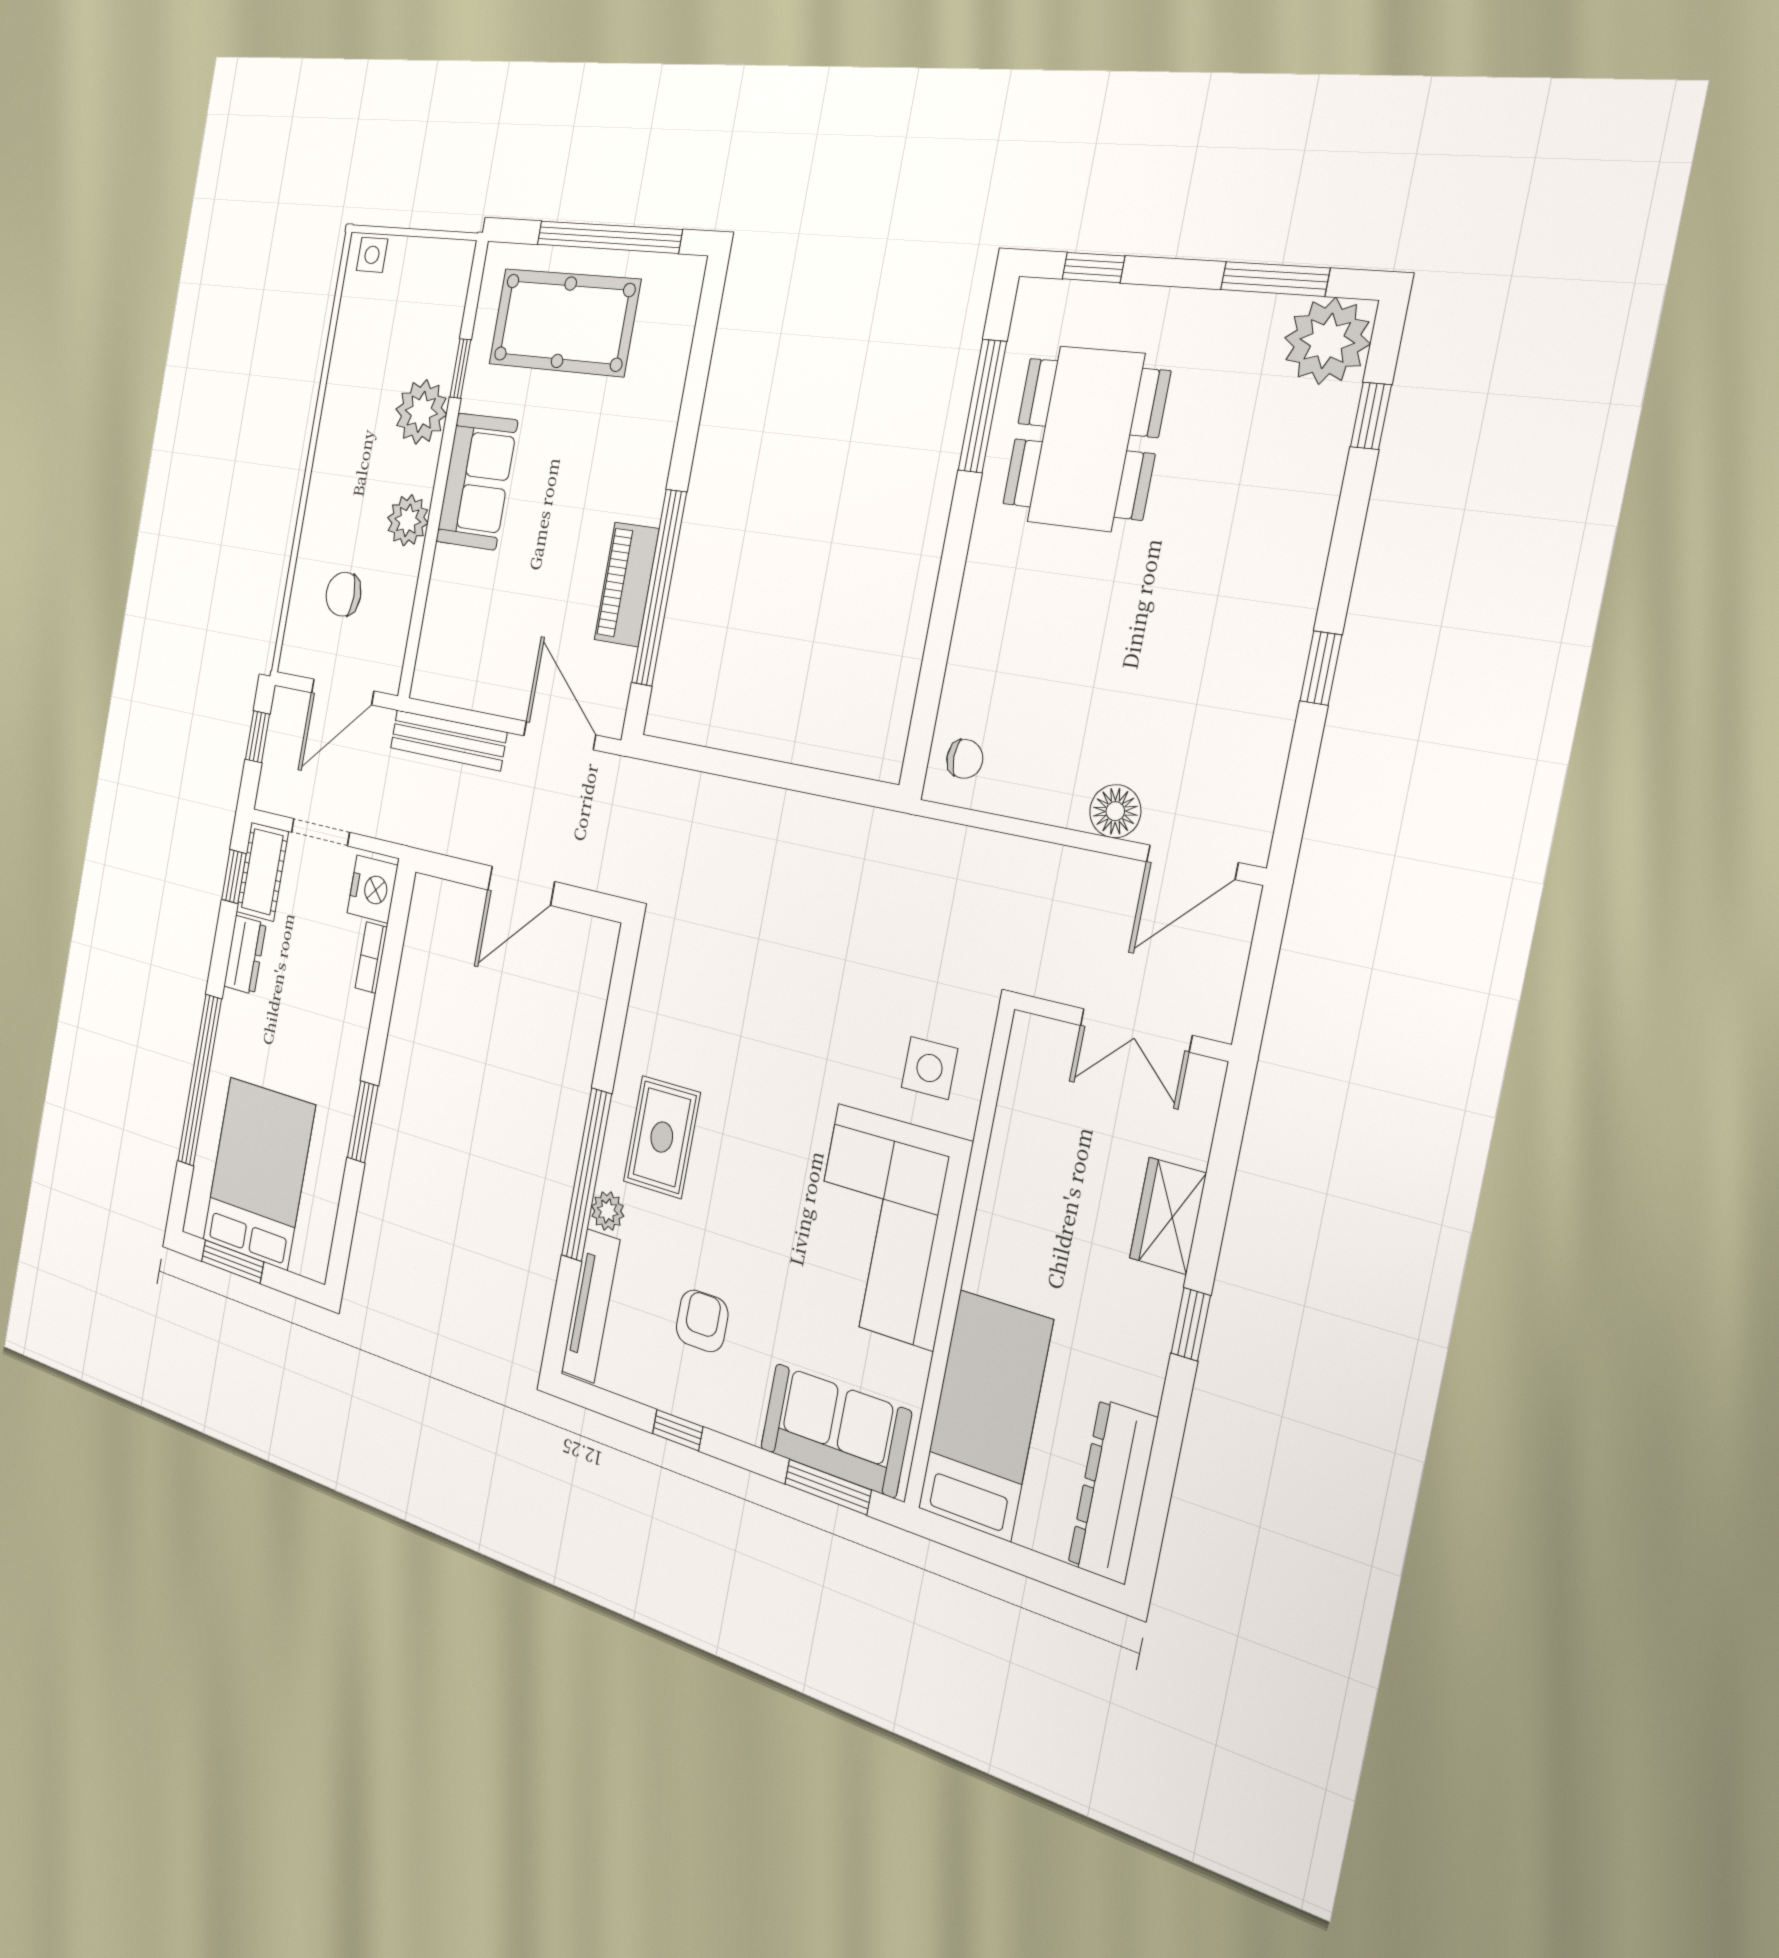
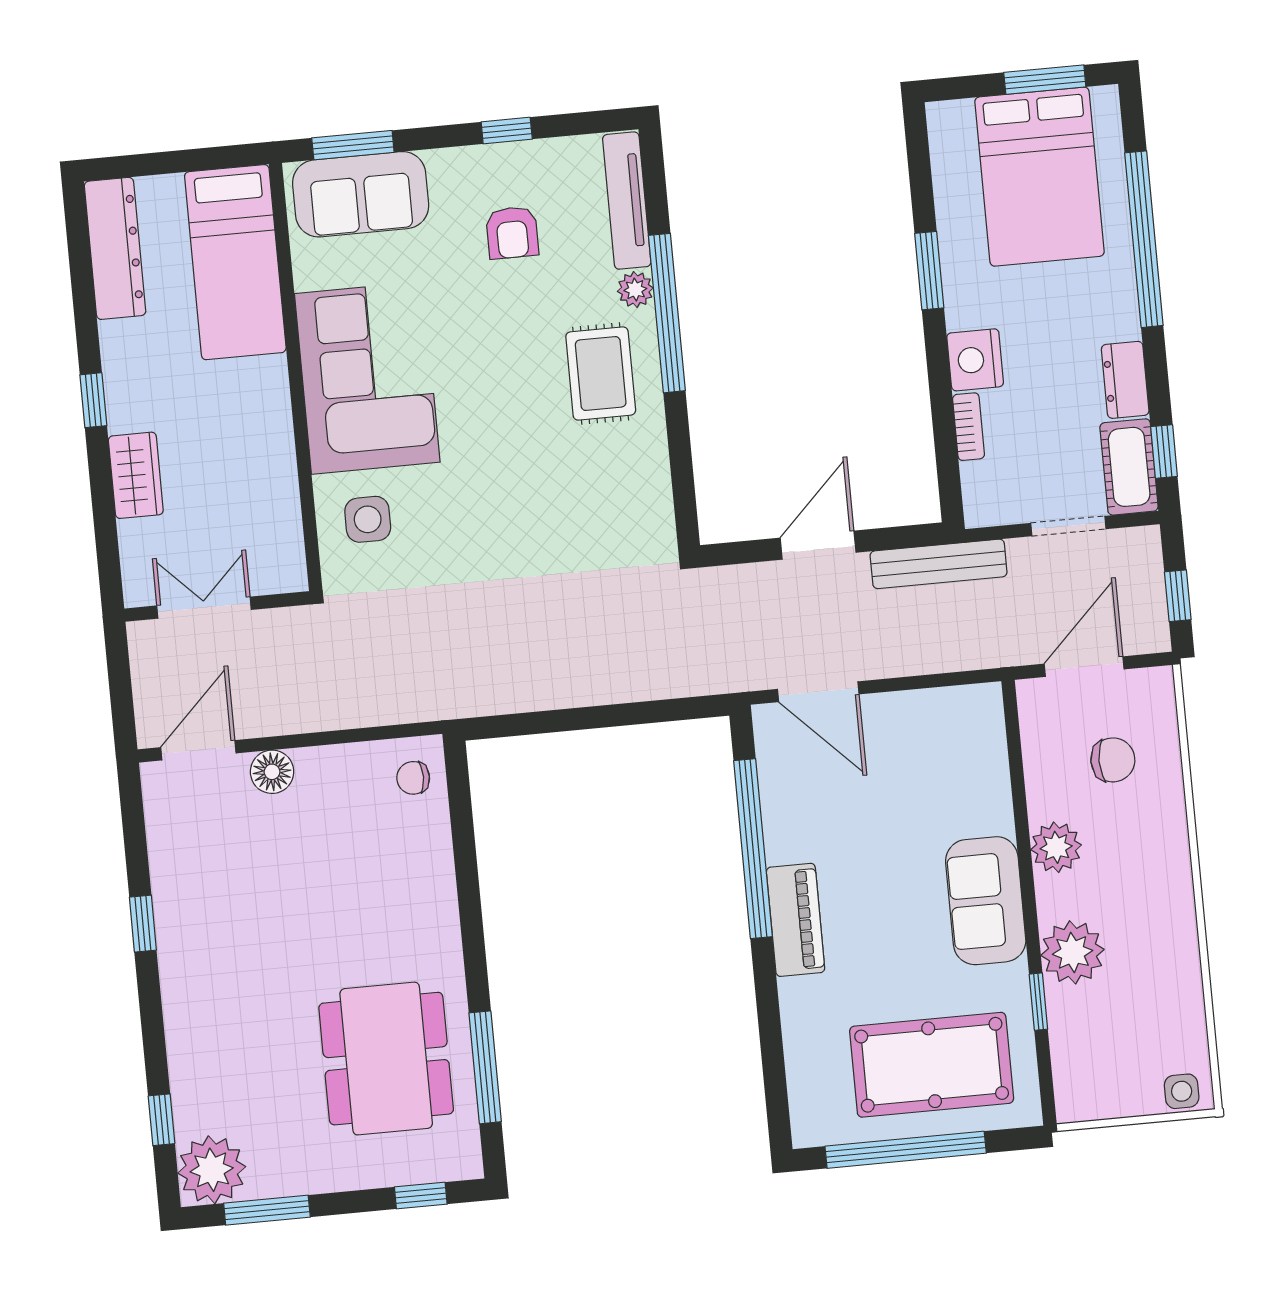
piano: (627, 584) -> (796, 920), moved
bench: (448, 740) -> (939, 564), moved
nightstand: (372, 889) -> (975, 360), moved

